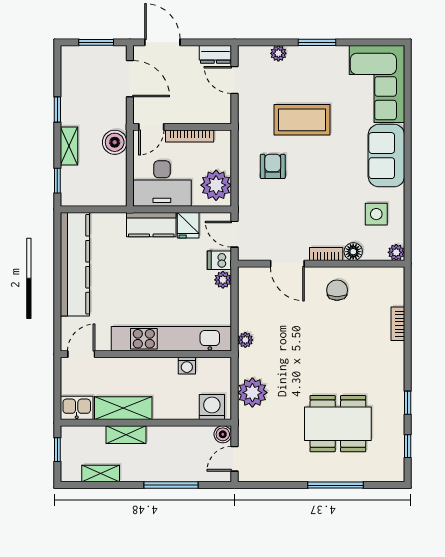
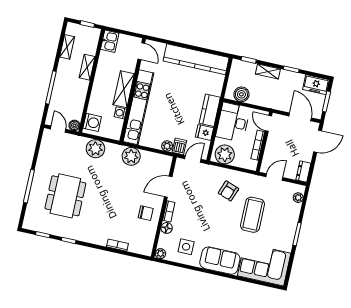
plant: (278, 53) -> (298, 198), moved
freezer: (73, 65) -> (316, 85), added
door: (130, 79) -> (300, 117), swing flipped
door: (234, 80) -> (274, 177), moved
boiler: (115, 142) -> (241, 94), moved
armchair: (273, 166) -> (228, 191), turned 110
plant: (245, 340) -> (131, 156), width x1.88, depth x1.88
shelving: (123, 408) -> (124, 89), moved

